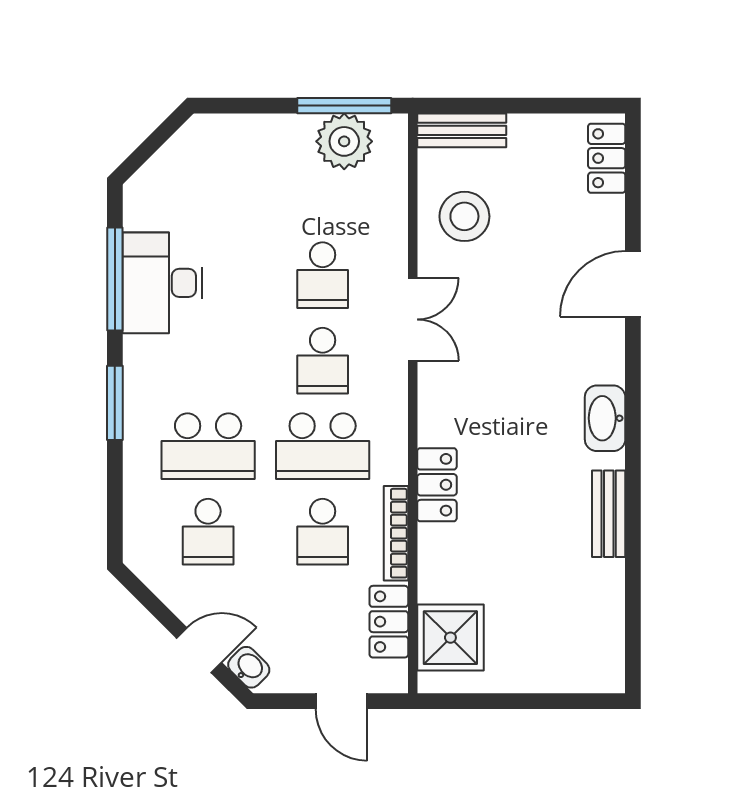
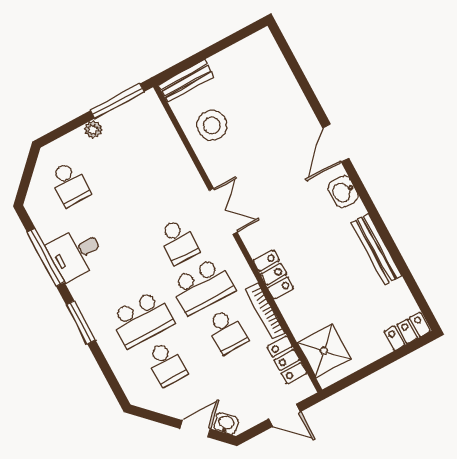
plant: (344, 141) -> (93, 129), moved, width x0.53, depth x0.53
locker: (607, 158) -> (407, 331), moved, turned 90
school desk: (323, 275) -> (70, 184), moved
desk: (162, 283) -> (76, 253), width x0.73
door: (633, 284) -> (336, 143), moved
double door: (413, 319) -> (223, 211), moved
washbasin: (605, 418) -> (343, 192), width x0.72
bench: (609, 514) -> (376, 249), width x1.36

